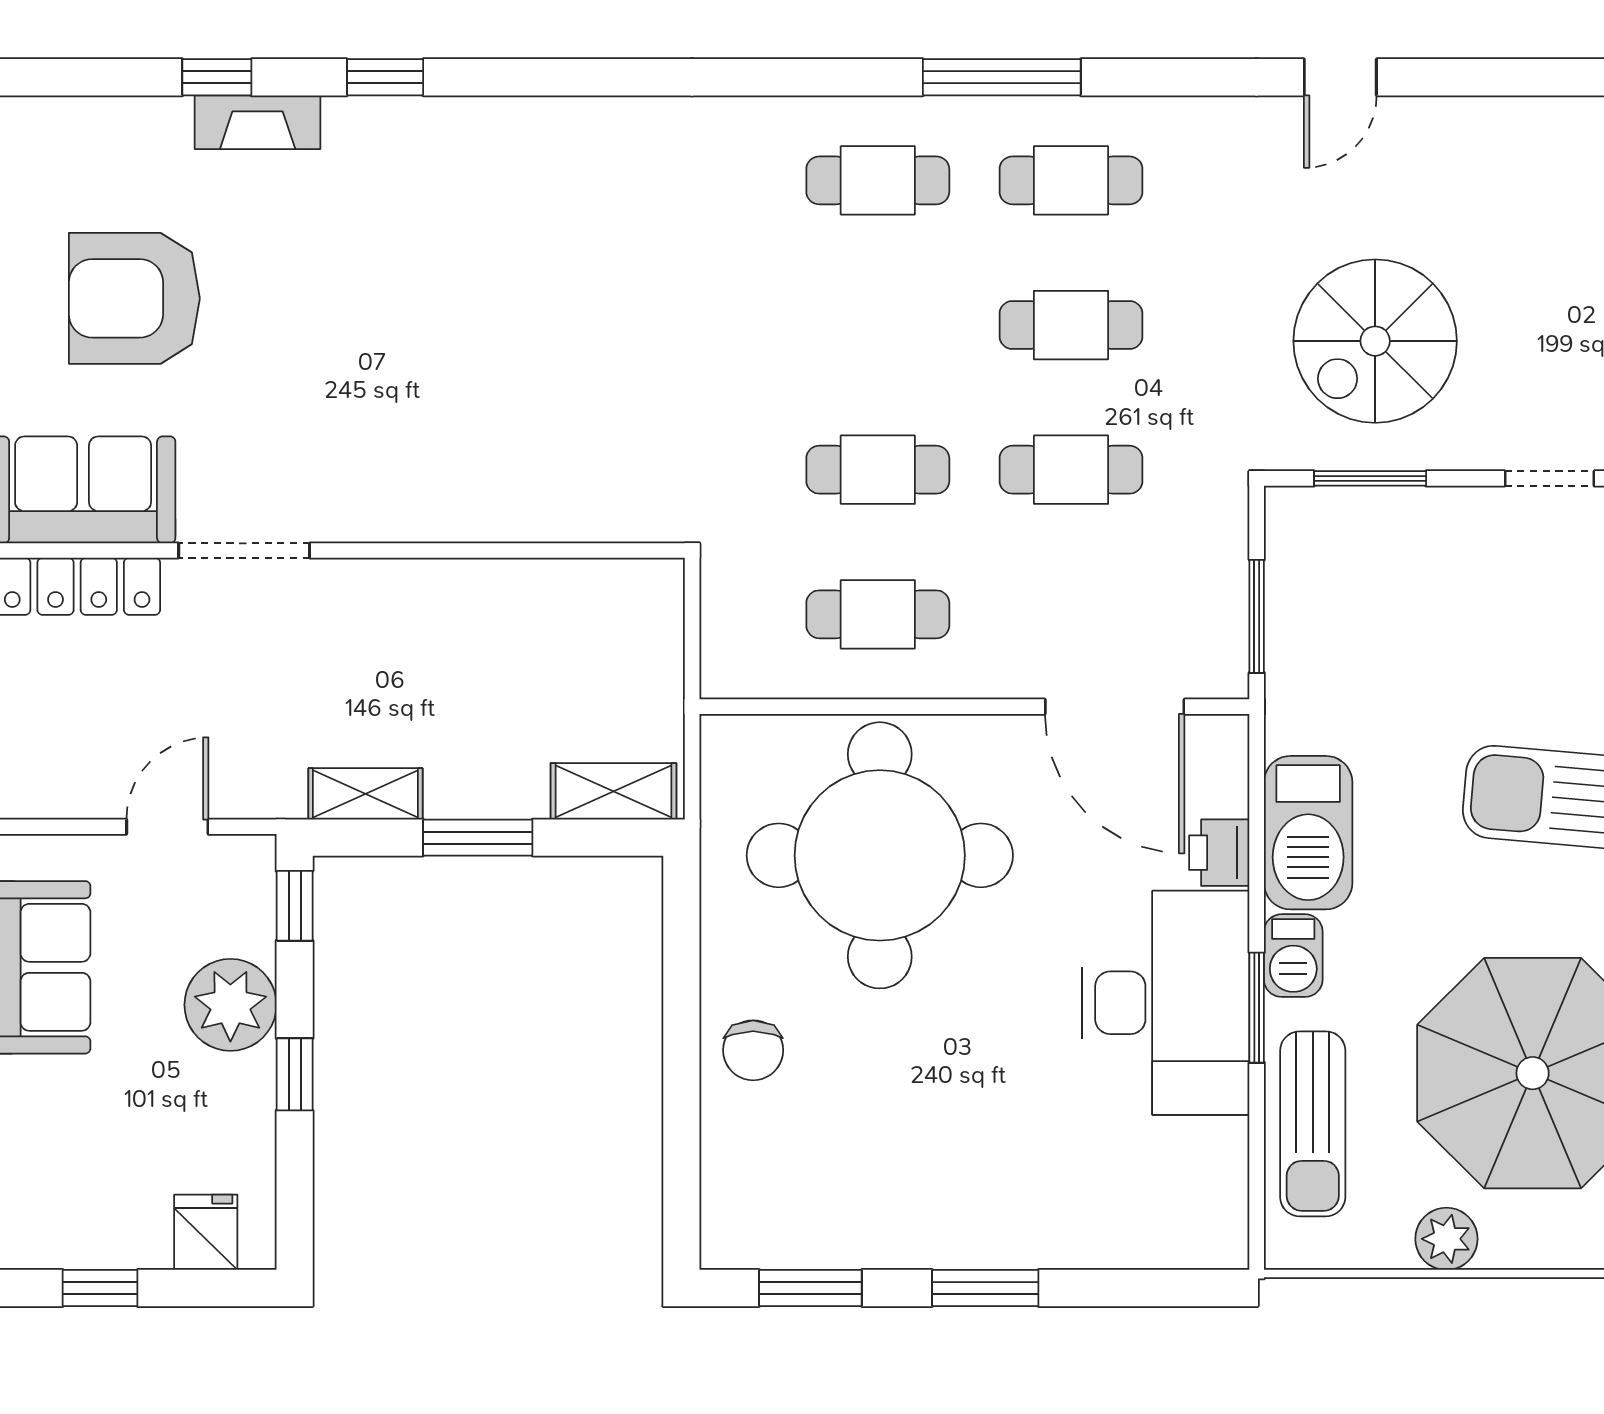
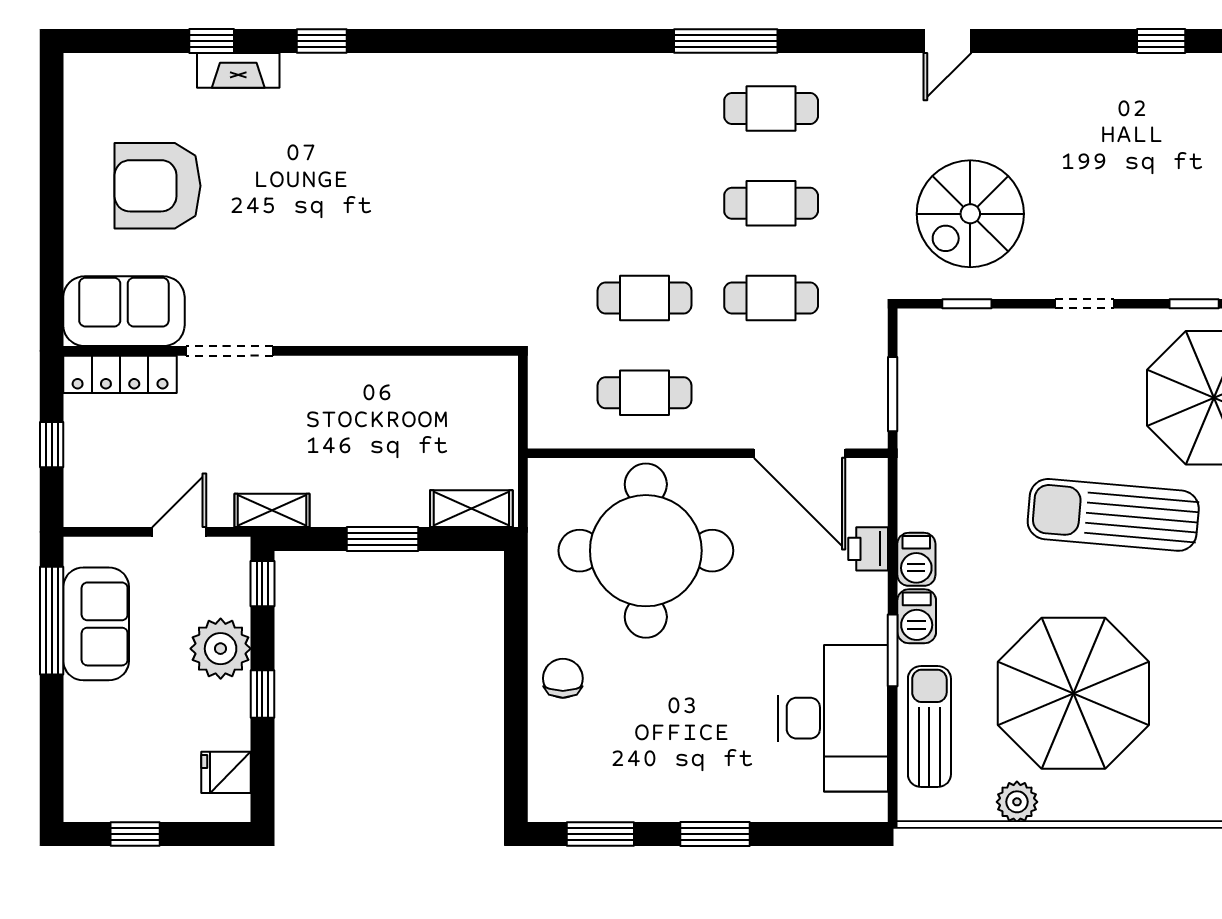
cafe table: (878, 180) -> (645, 109), removed
window: (1370, 478) -> (967, 304), width x0.67
shelving: (365, 794) -> (272, 510), moved
barbecue: (1308, 833) -> (916, 559), width x0.53, depth x0.65
desk: (1166, 1003) -> (833, 718), moved
chair: (753, 1050) -> (563, 678), turned 180
sun lounger: (1313, 1124) -> (929, 726), turned 180
fridge: (206, 1232) -> (226, 772), moved, turned -90

